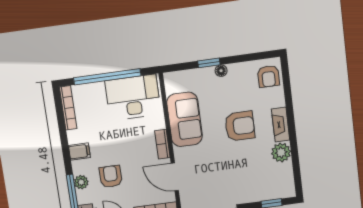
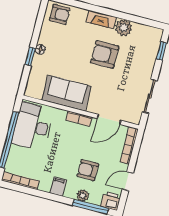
armchair: (240, 126) -> (105, 54), moved, turned -90

